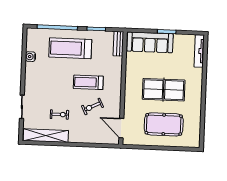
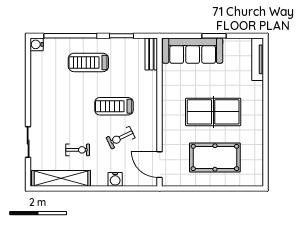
treadmill: (70, 48) -> (88, 62), width x0.73, depth x0.73
water cooler: (30, 57) -> (37, 44), moved
water cooler: (87, 138) -> (115, 179), added

